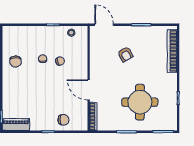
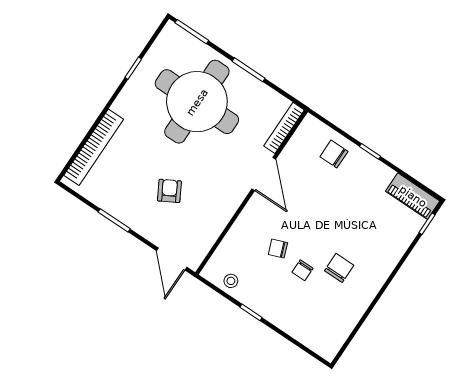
chair: (16, 62) -> (339, 268), moved
round table: (140, 102) -> (197, 102), width x1.36, depth x1.36

